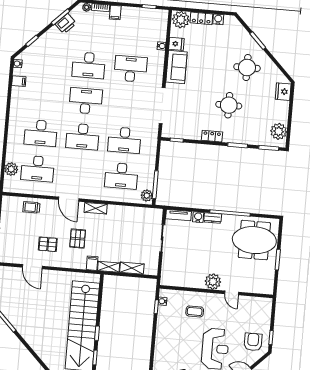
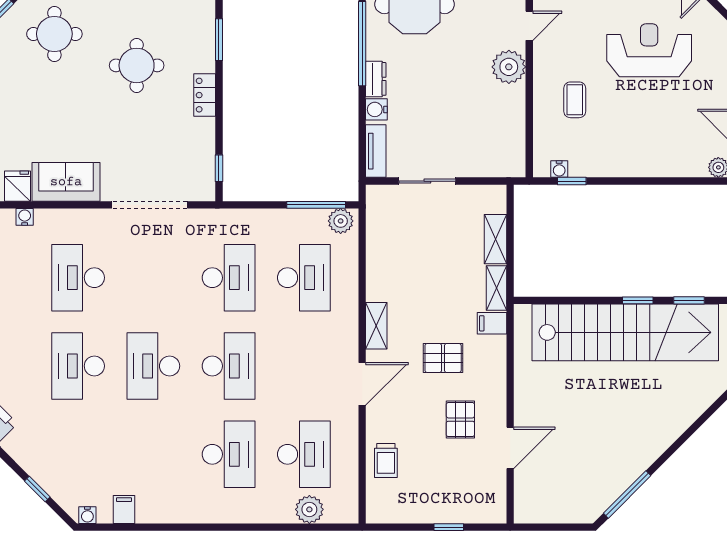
desk: (89, 65) -> (78, 366), turned 180

